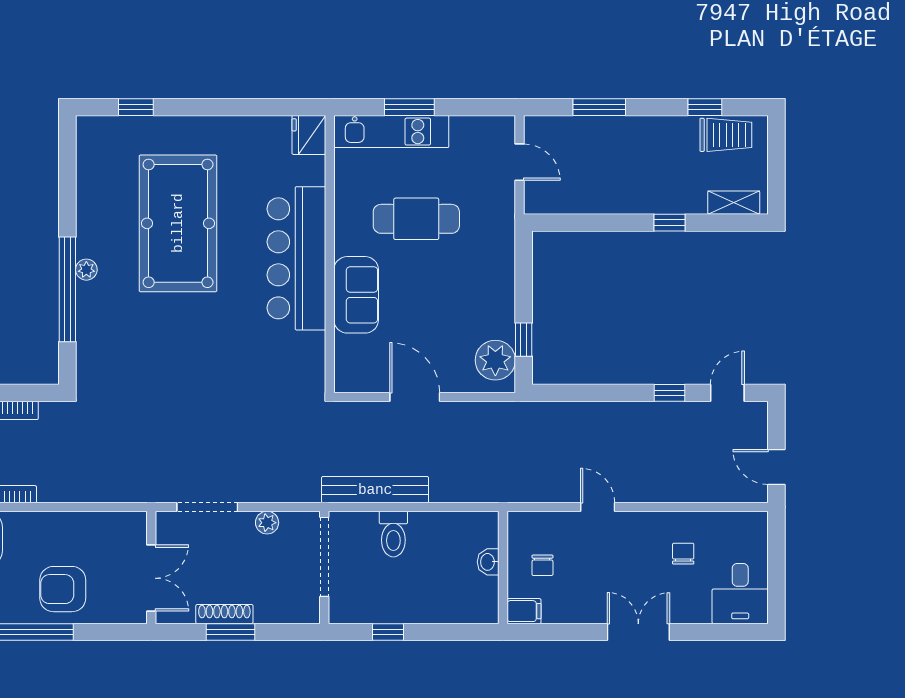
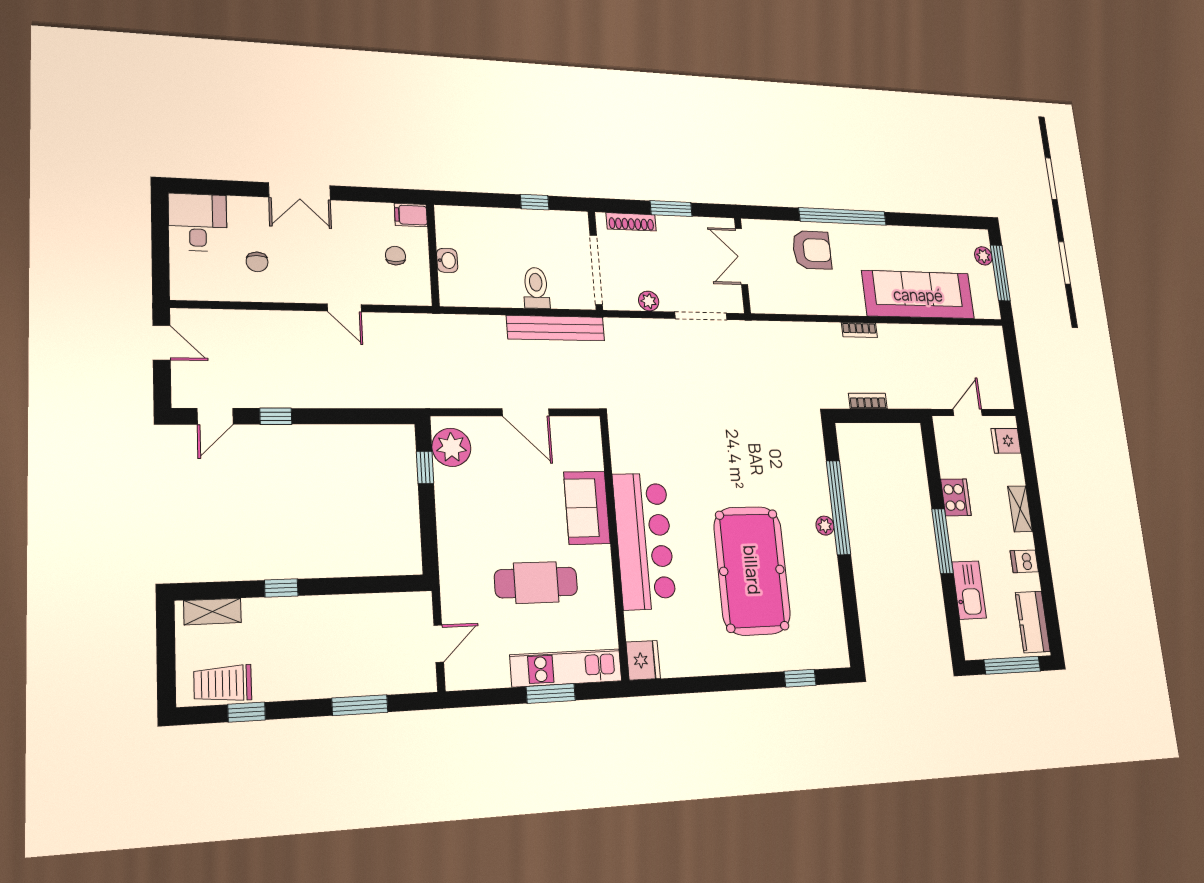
door: (519, 162) -> (439, 644), swing flipped
shoe rack: (224, 614) -> (631, 222), moved

